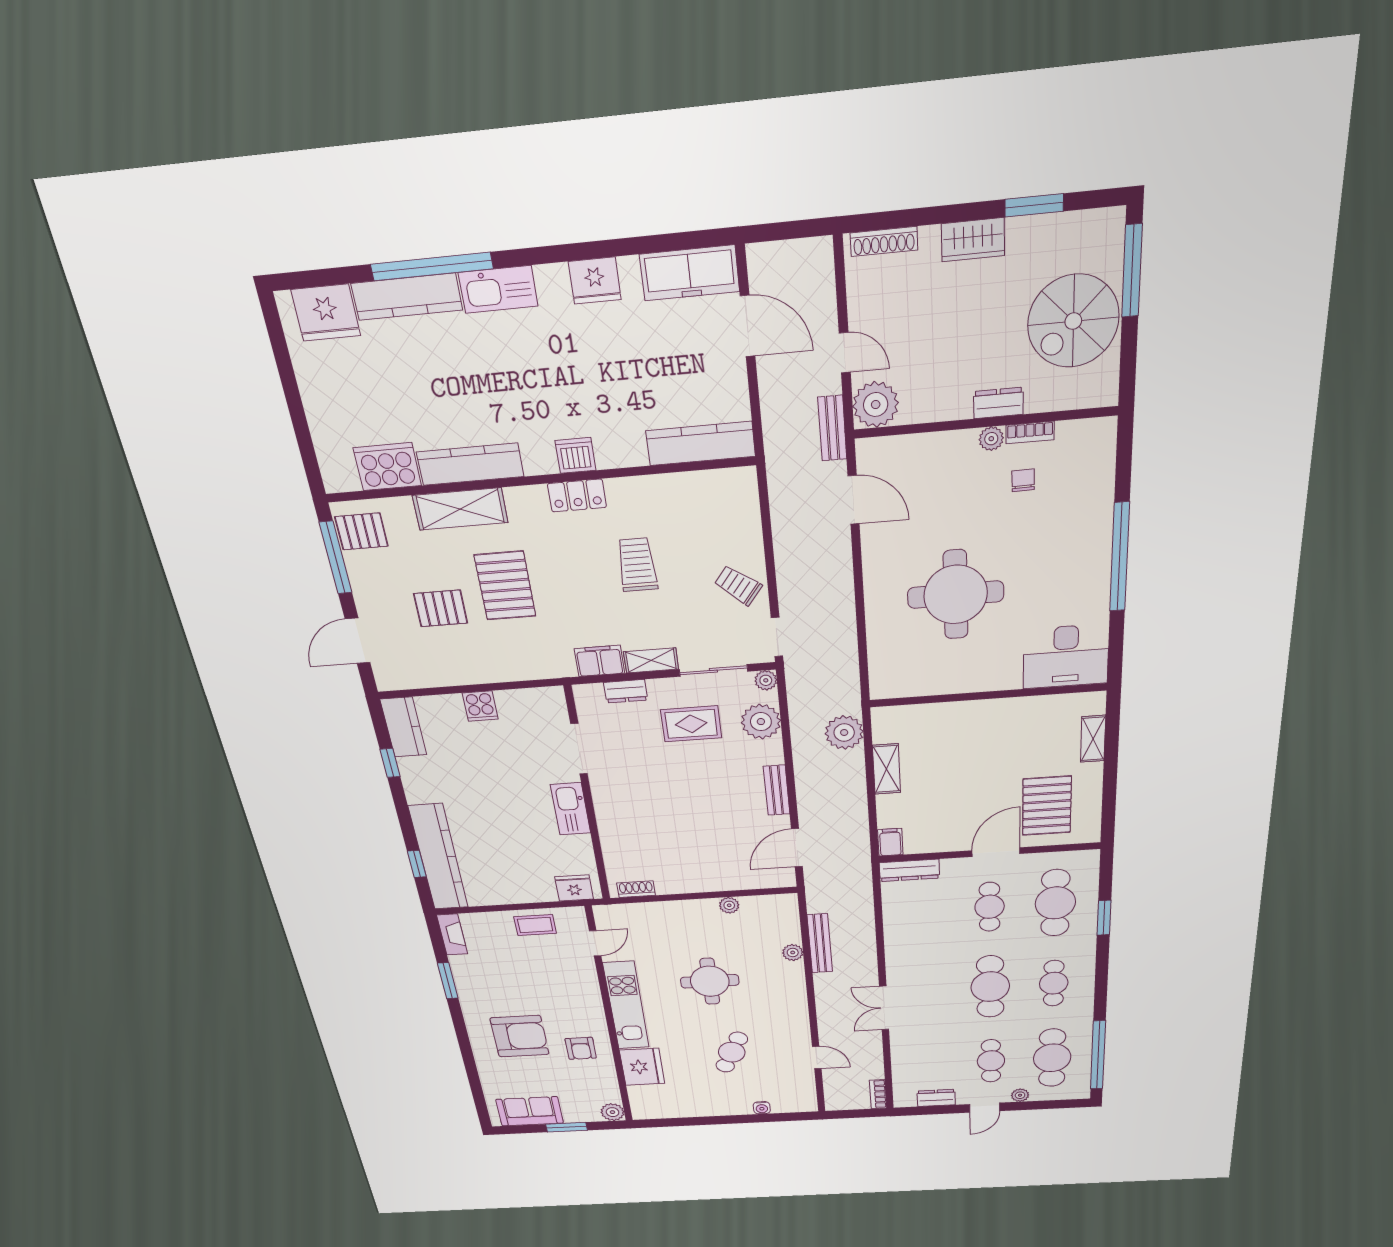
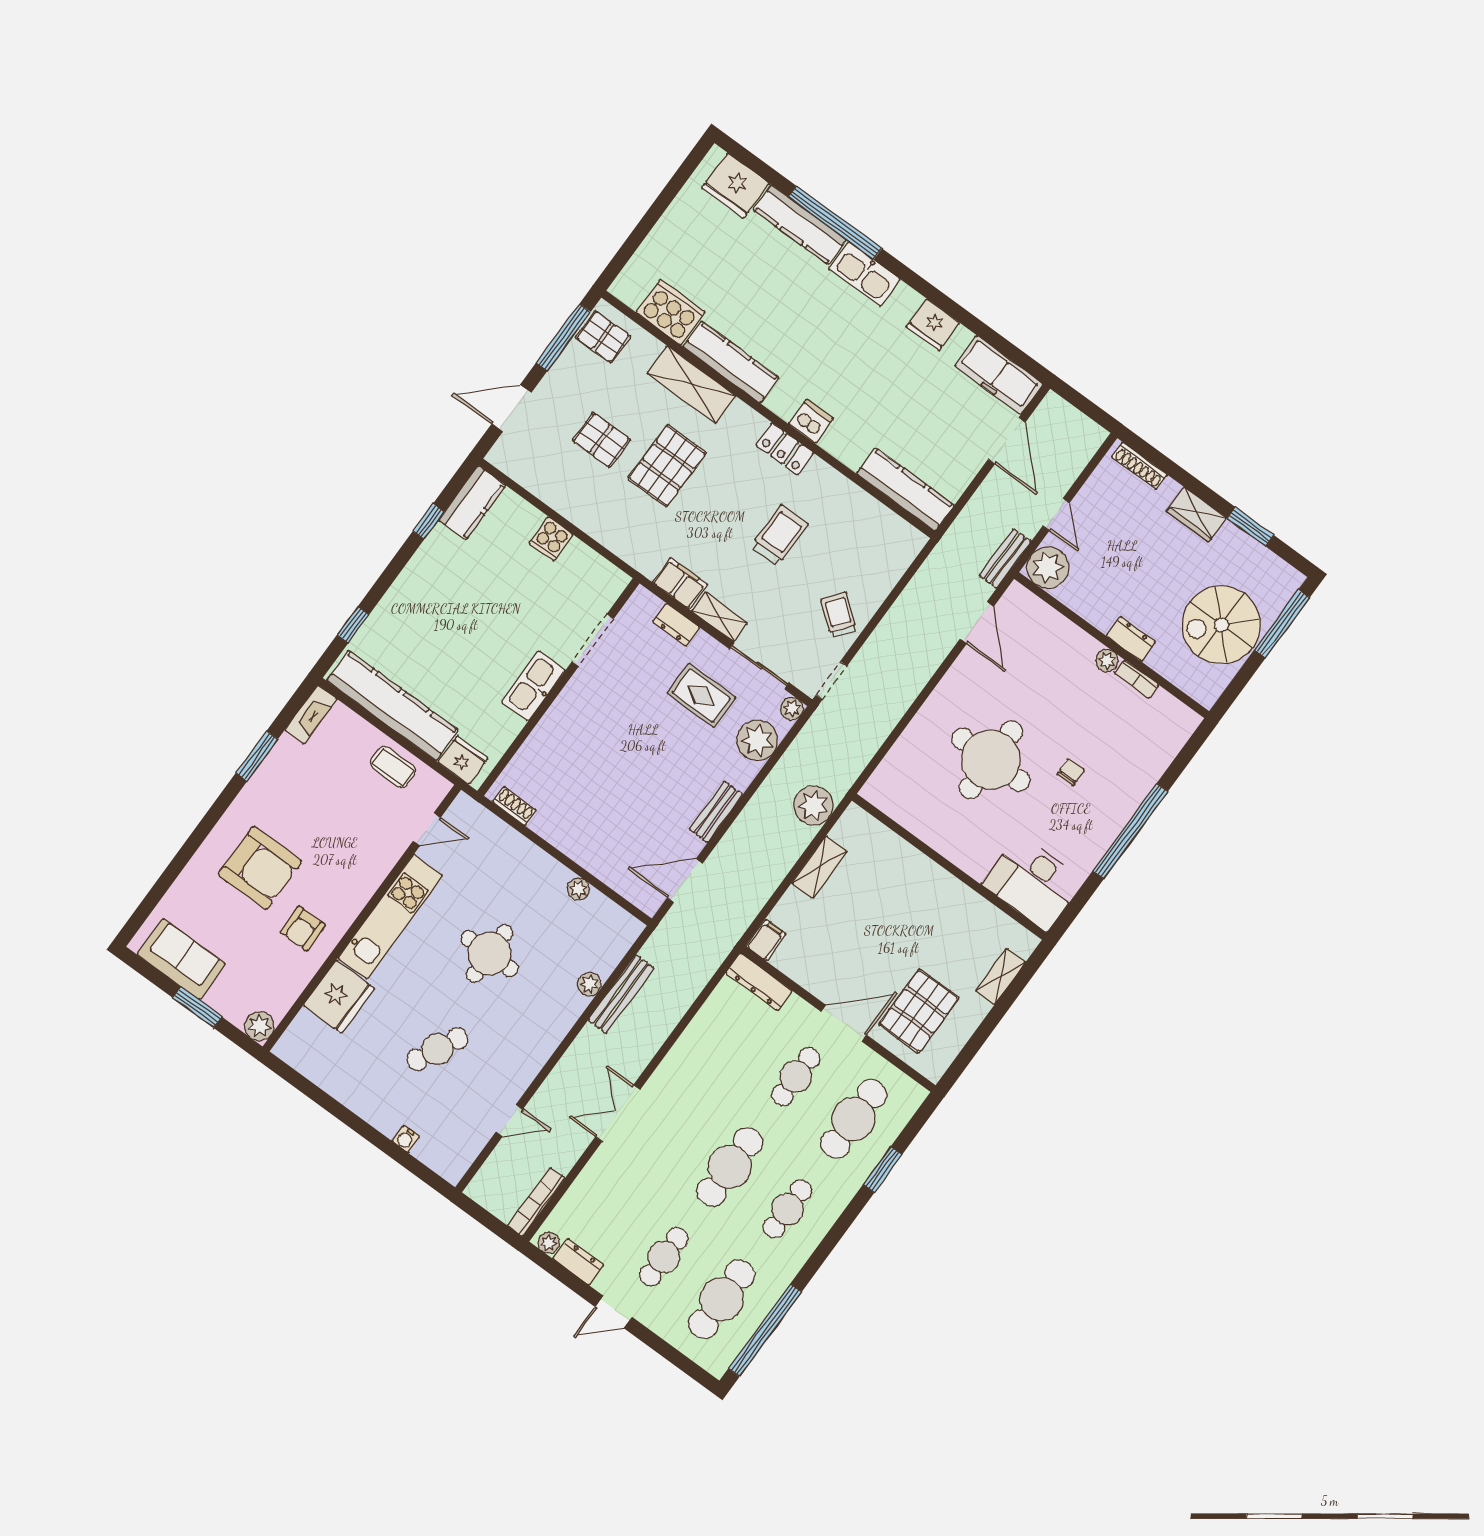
chair: (1023, 480) -> (1071, 772), moved
kitchen counter: (438, 857) -> (392, 705), moved, turned -90
door: (817, 1058) -> (509, 1121), hinge flipped
bookcase: (878, 1094) -> (536, 1202), width x1.56
plant: (1020, 1095) -> (549, 1243), moved

